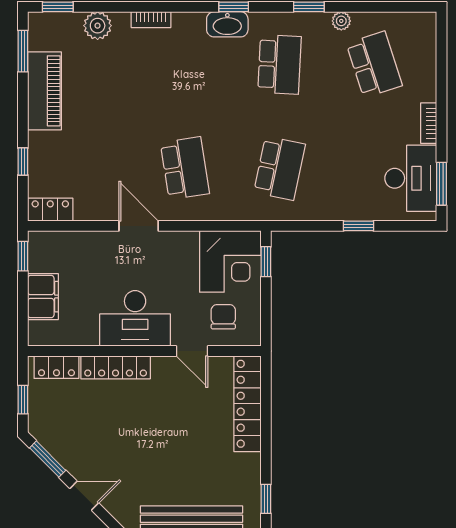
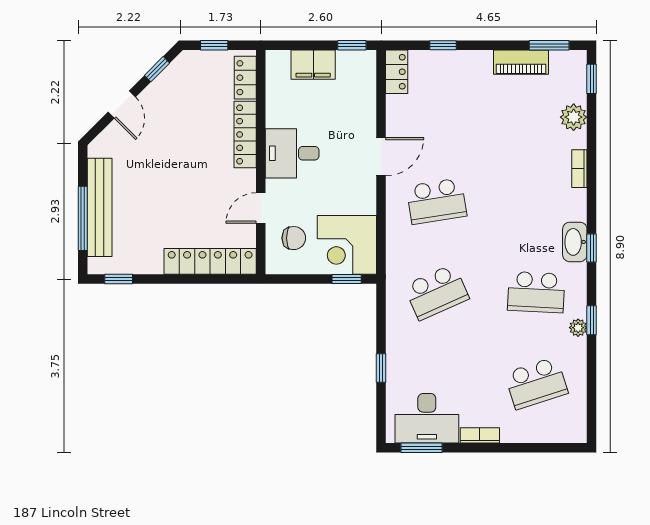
plant: (341, 21) -> (578, 328), moved
piano: (45, 91) -> (521, 62), width x0.73, depth x0.75
school desk: (280, 168) -> (437, 292), turned -36
desk: (135, 318) -> (292, 153), width x0.73
window: (48, 459) -> (157, 69), width x0.67

